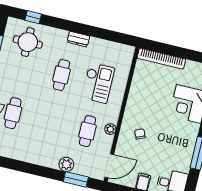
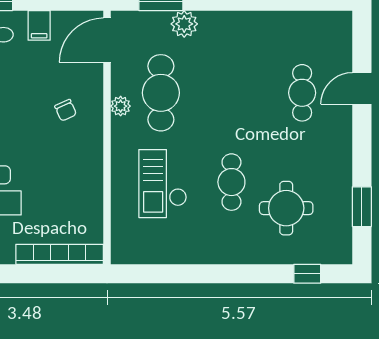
dresser: (78, 39) -> (217, 254), removed
round table: (28, 42) -> (286, 208), moved
cafe table: (87, 131) -> (161, 93), width x1.37, depth x1.35

